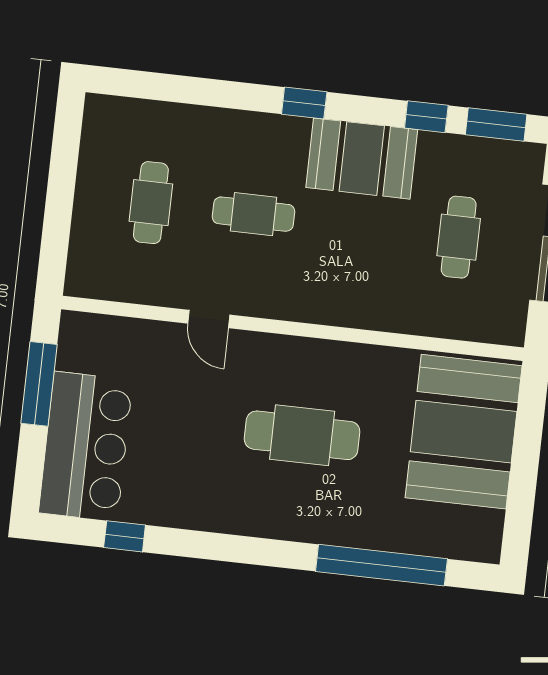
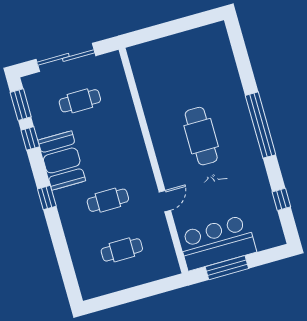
cafe table: (253, 214) -> (108, 200), turned 90
booth: (464, 432) -> (169, 62), removed
bar counter: (86, 446) -> (217, 243), moved
window: (381, 565) -> (261, 125), moved

